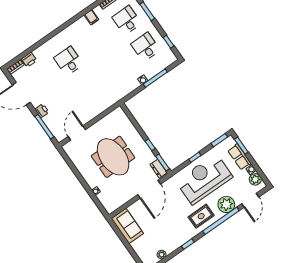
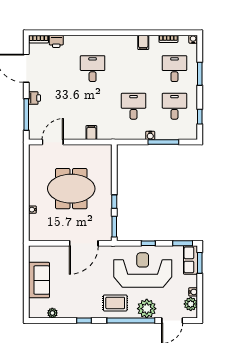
desk: (116, 67) -> (134, 106), added
filing cabinet: (99, 107) -> (91, 133), added
meeting table: (113, 157) -> (71, 189), turned 90
row of seats: (239, 157) -> (191, 260), moved
dresser: (159, 169) -> (106, 230), removed
sofa: (127, 226) -> (39, 280), moved

